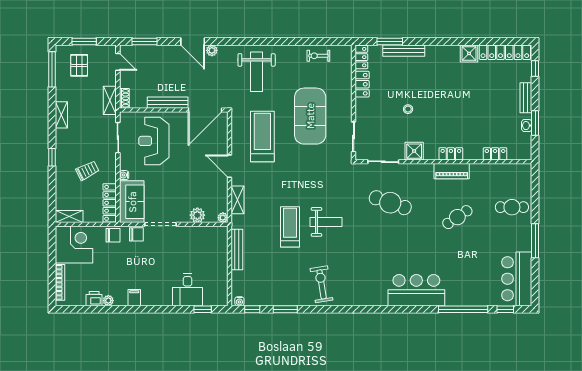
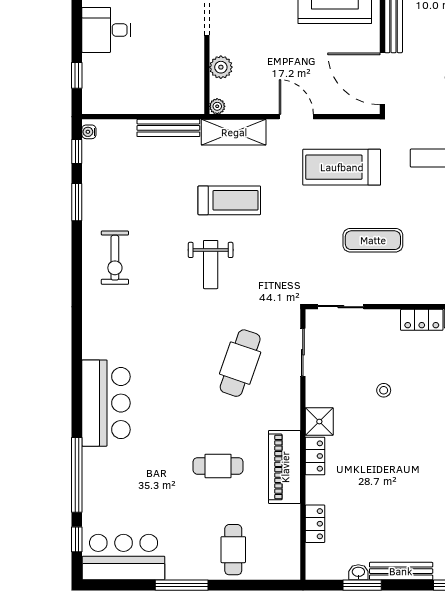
bench: (526, 98) -> (401, 571), width x1.36
exercise mat: (310, 116) -> (373, 240), width x0.50, depth x0.69
treadmill: (262, 136) -> (342, 167), turned 180
shower: (414, 151) -> (319, 422), moved
door: (230, 166) -> (296, 117), hinge flipped
piano: (452, 171) -> (285, 467), width x1.37, depth x1.33
shelving: (238, 200) -> (234, 132), width x1.50, depth x1.33
cafe table: (457, 217) -> (218, 466), turned -56
treadmill: (290, 227) -> (229, 200), moved
exercise bike: (322, 284) -> (115, 258), turned 99
desk: (187, 290) -> (106, 30), moved

